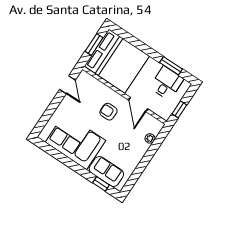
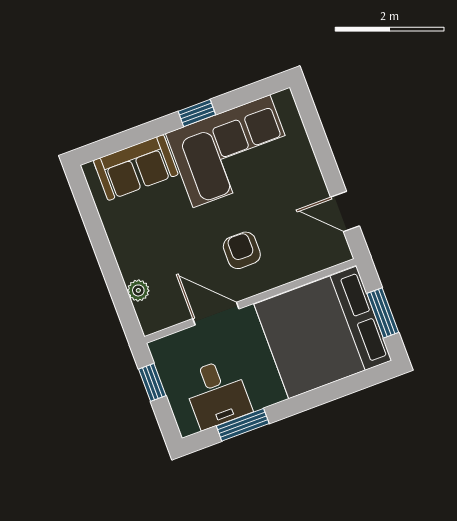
armchair: (108, 112) -> (242, 250), turned -90
window: (101, 184) -> (197, 113), moved

